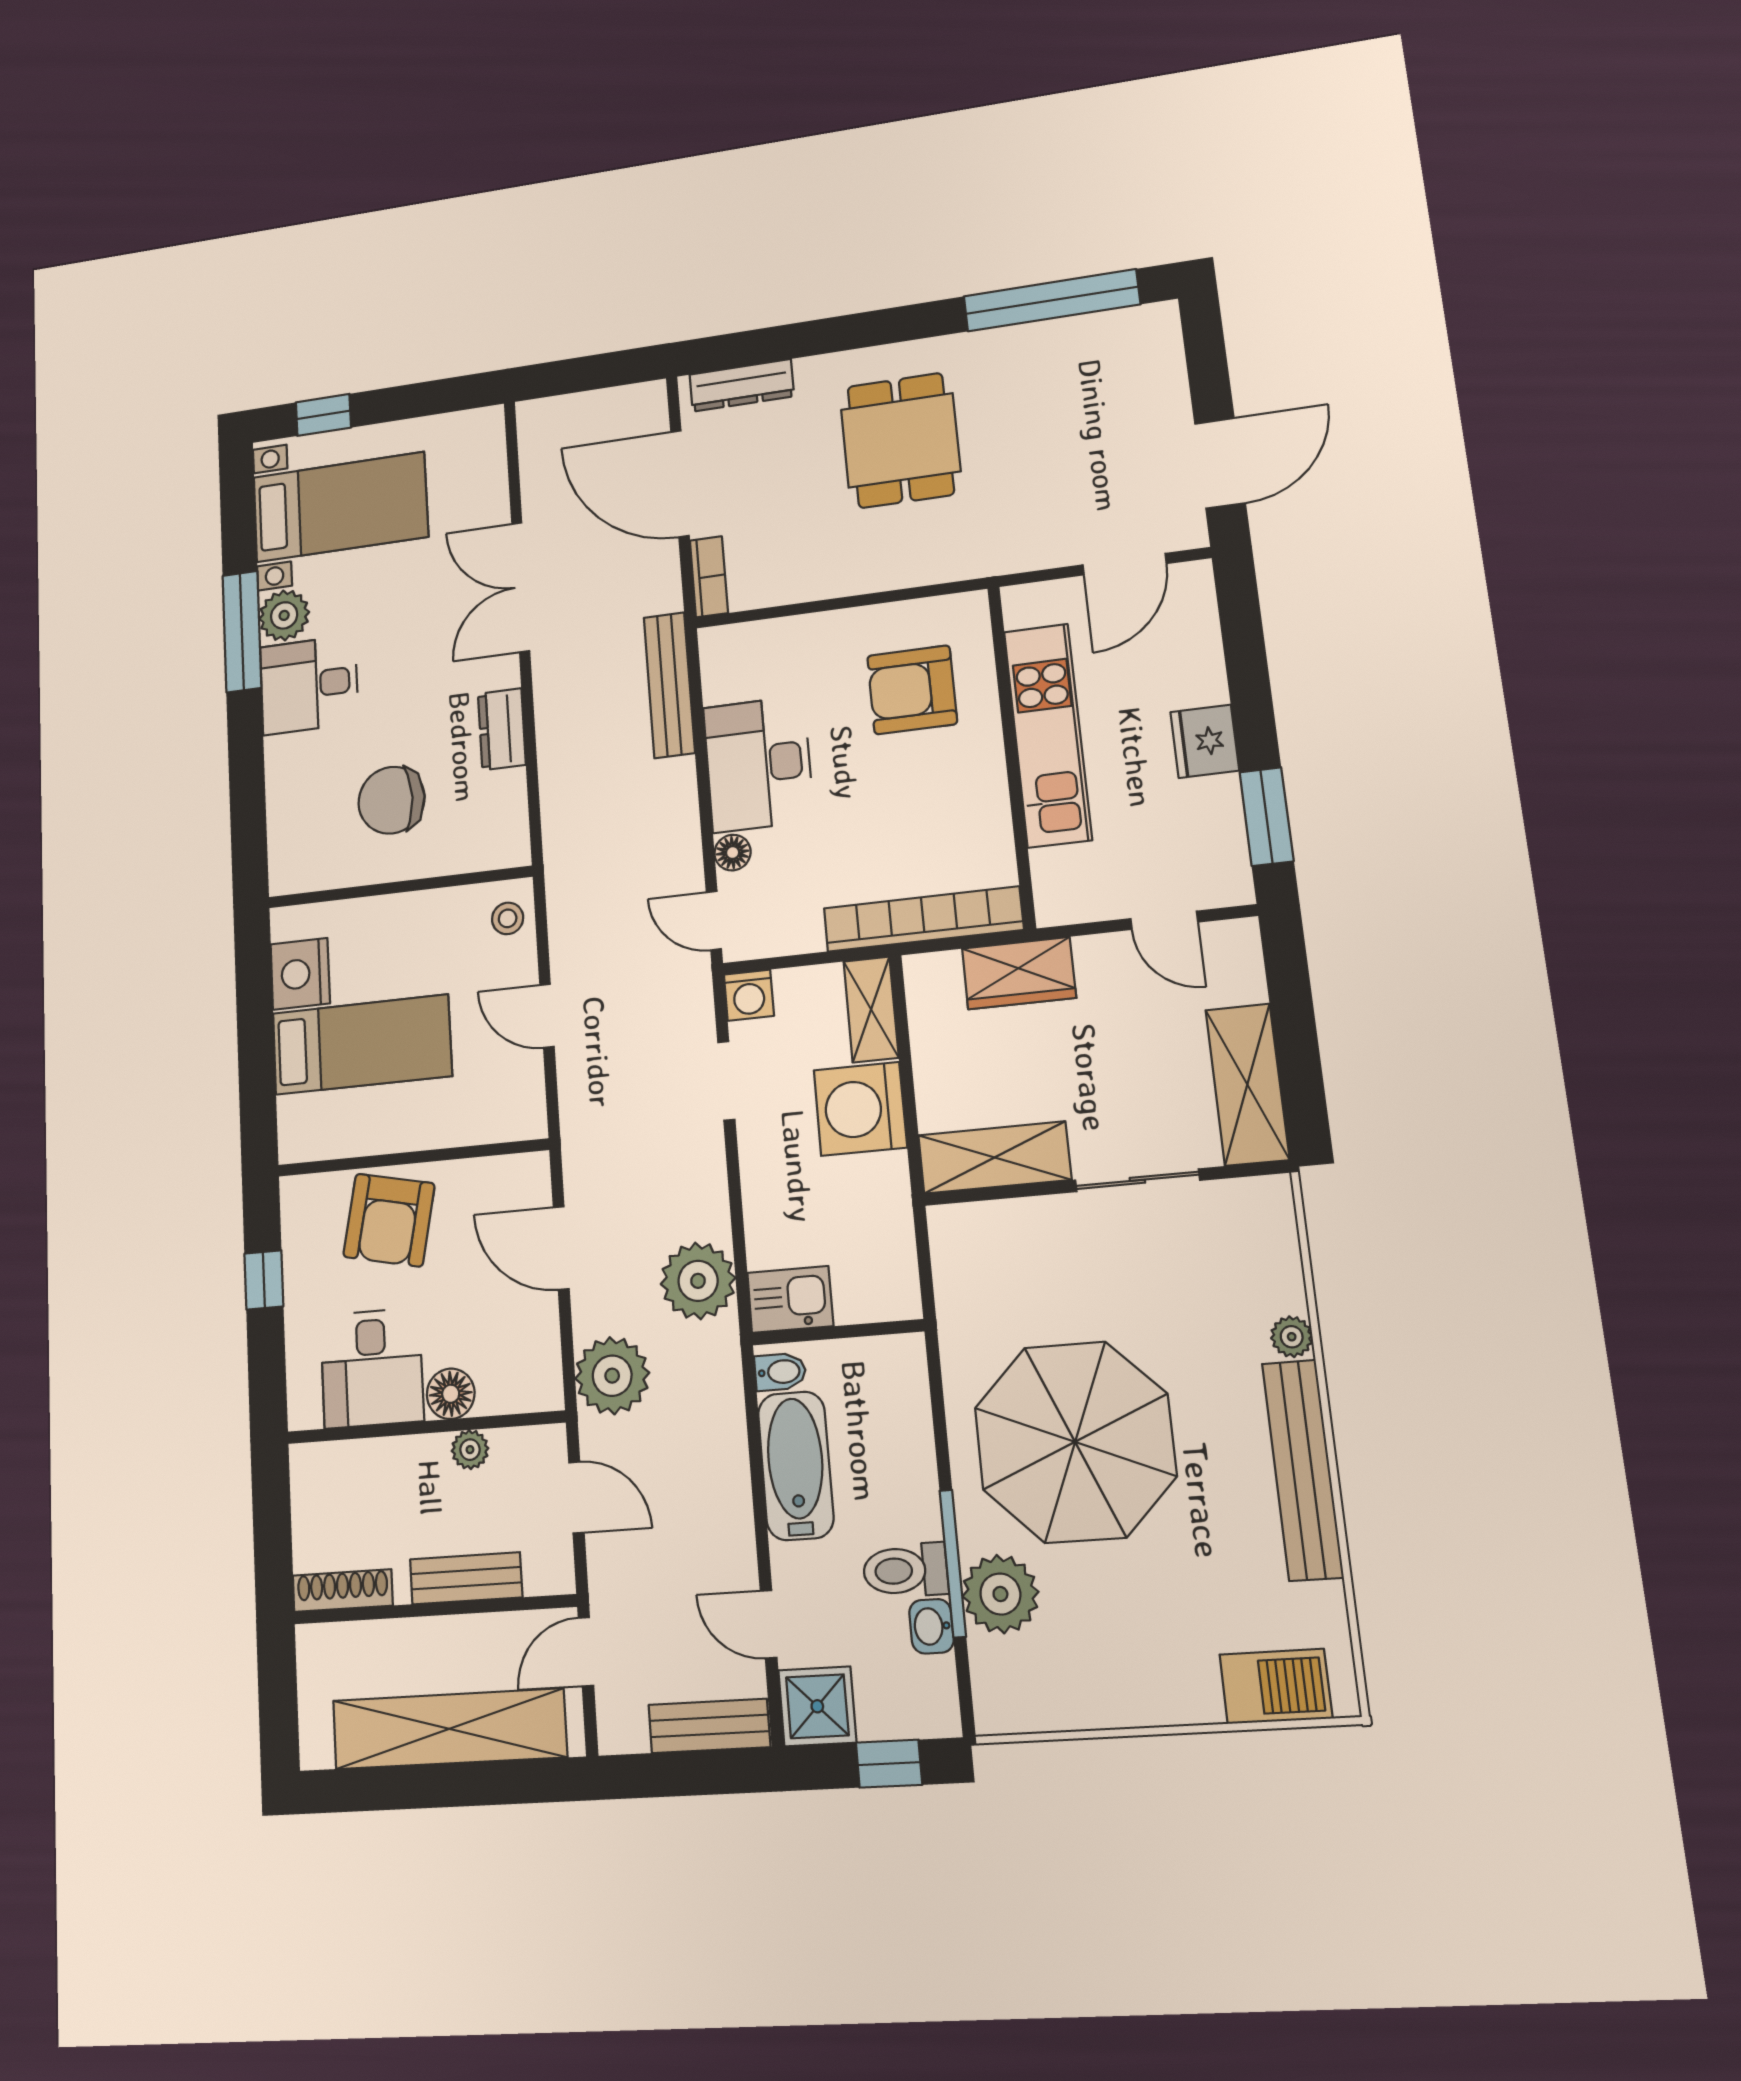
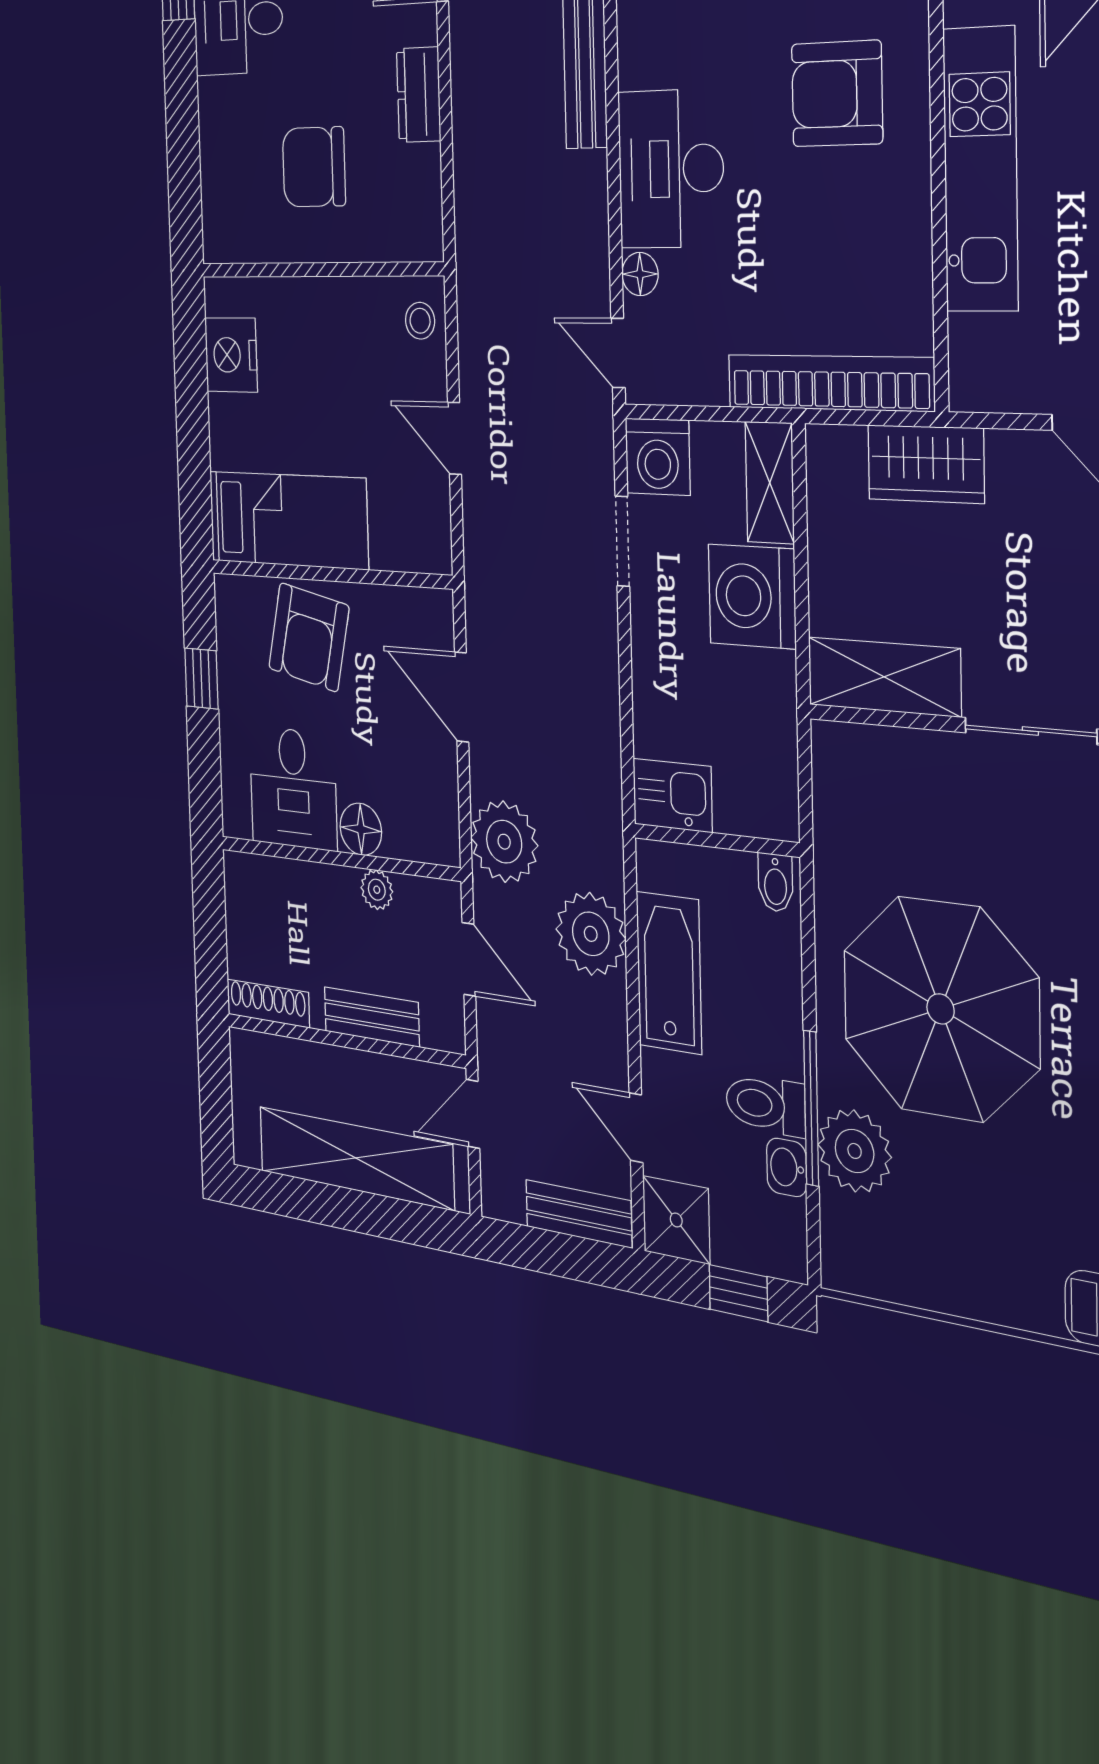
washing machine: (749, 995) -> (658, 457), width x1.38, depth x1.38
bed: (362, 1045) -> (288, 520), moved
plant: (698, 1281) -> (591, 934), moved
bidet: (780, 1372) -> (775, 883), moved, turned 90

